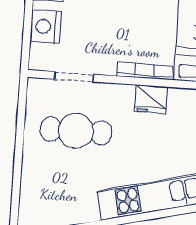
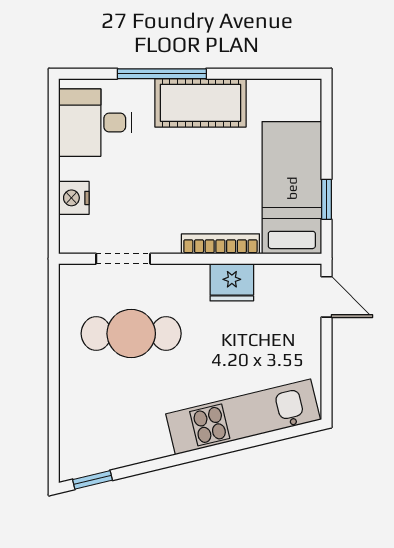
nightstand: (46, 27) -> (74, 198), width x0.74, depth x0.75

